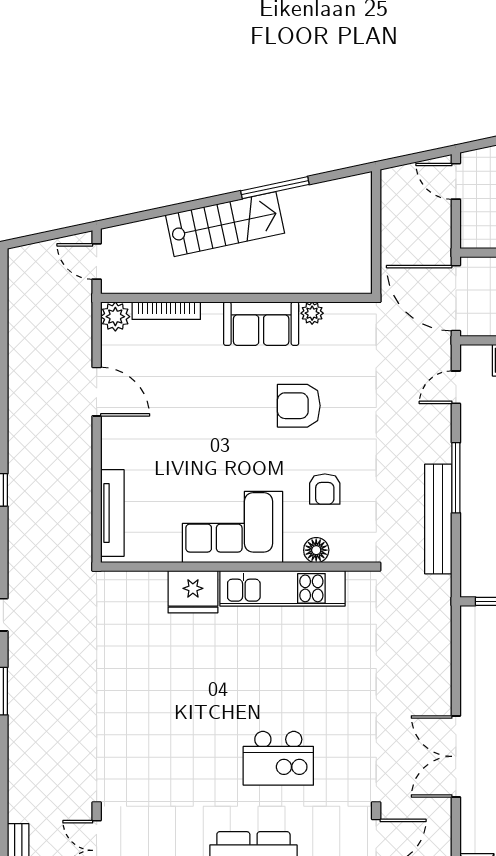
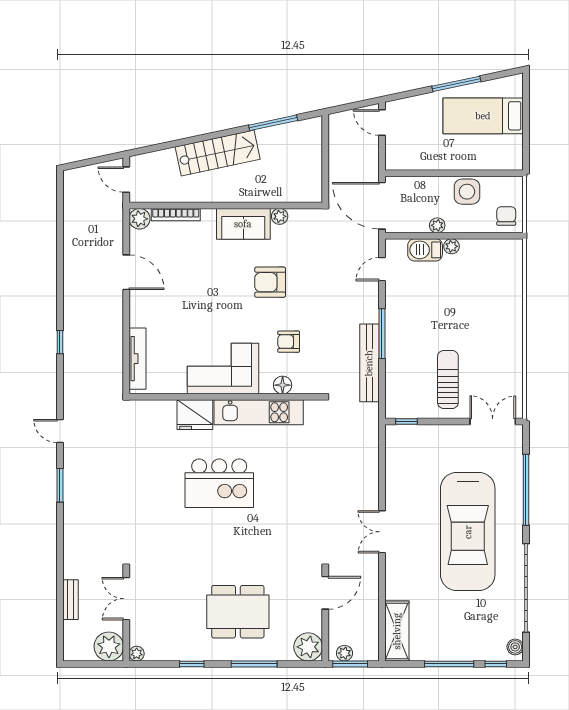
window: (275, 188) -> (273, 123), moved
armchair: (325, 489) -> (289, 342), turned 90
double door: (456, 756) -> (382, 532), width x0.73
kitchen island: (278, 758) -> (219, 483), moved, width x1.37, depth x1.28

